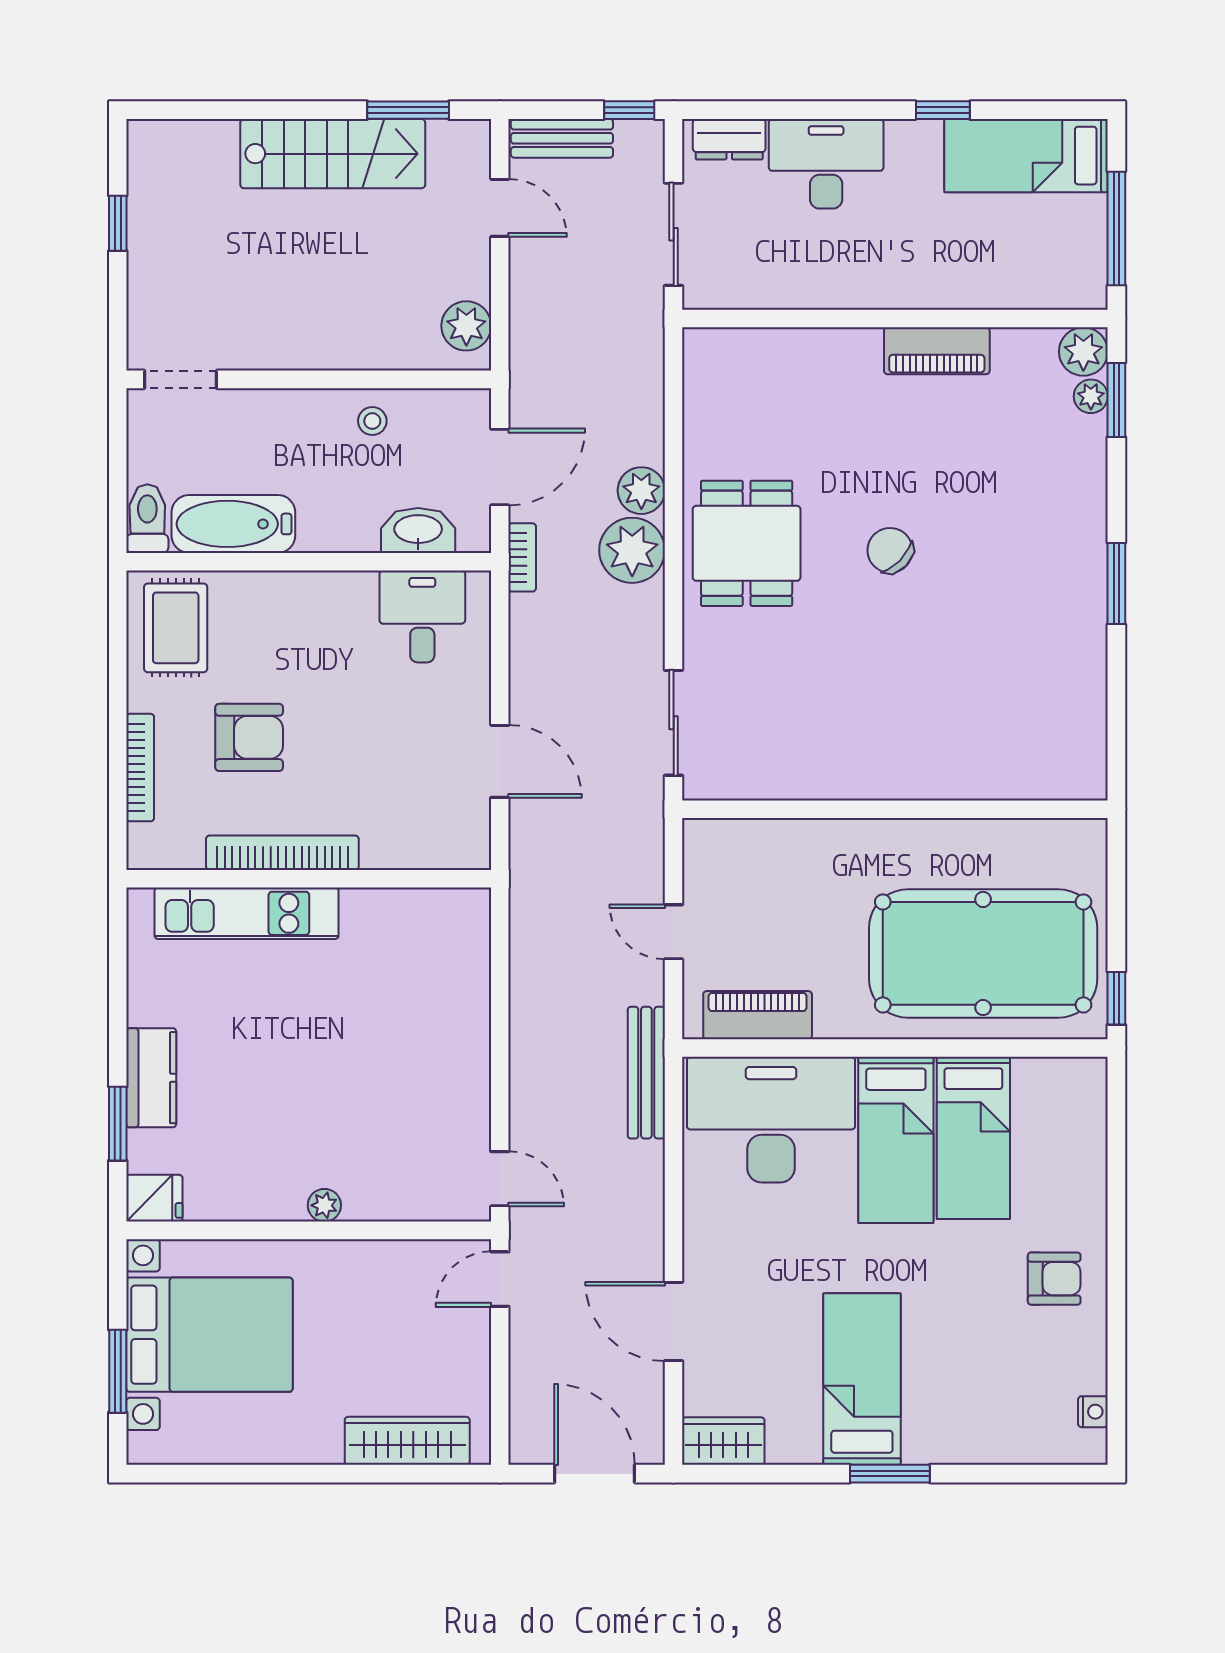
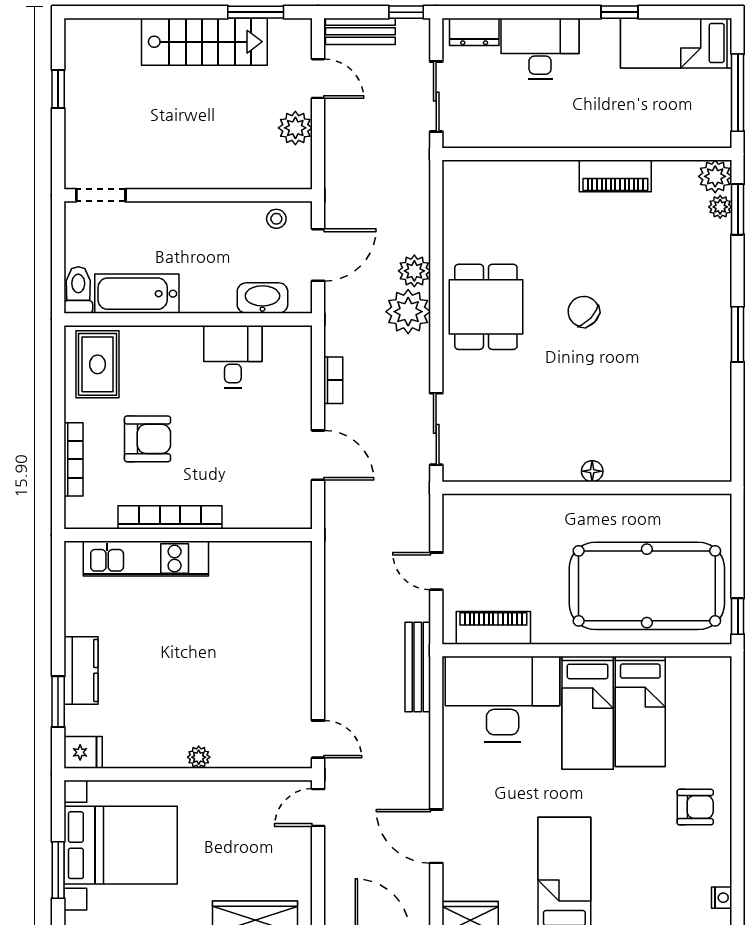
plant: (466, 326) -> (295, 128), moved
stool: (372, 421) -> (276, 219), moved
bookcase: (522, 557) -> (333, 380), moved
desk: (422, 616) -> (233, 357), moved
floor lamp: (903, 785) -> (592, 471), added

